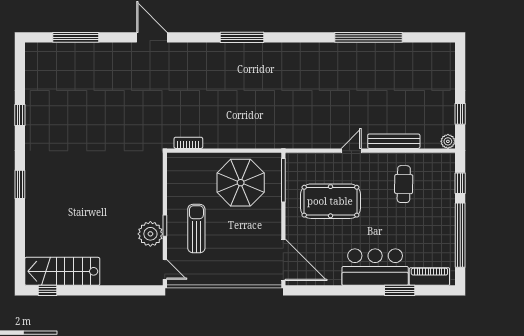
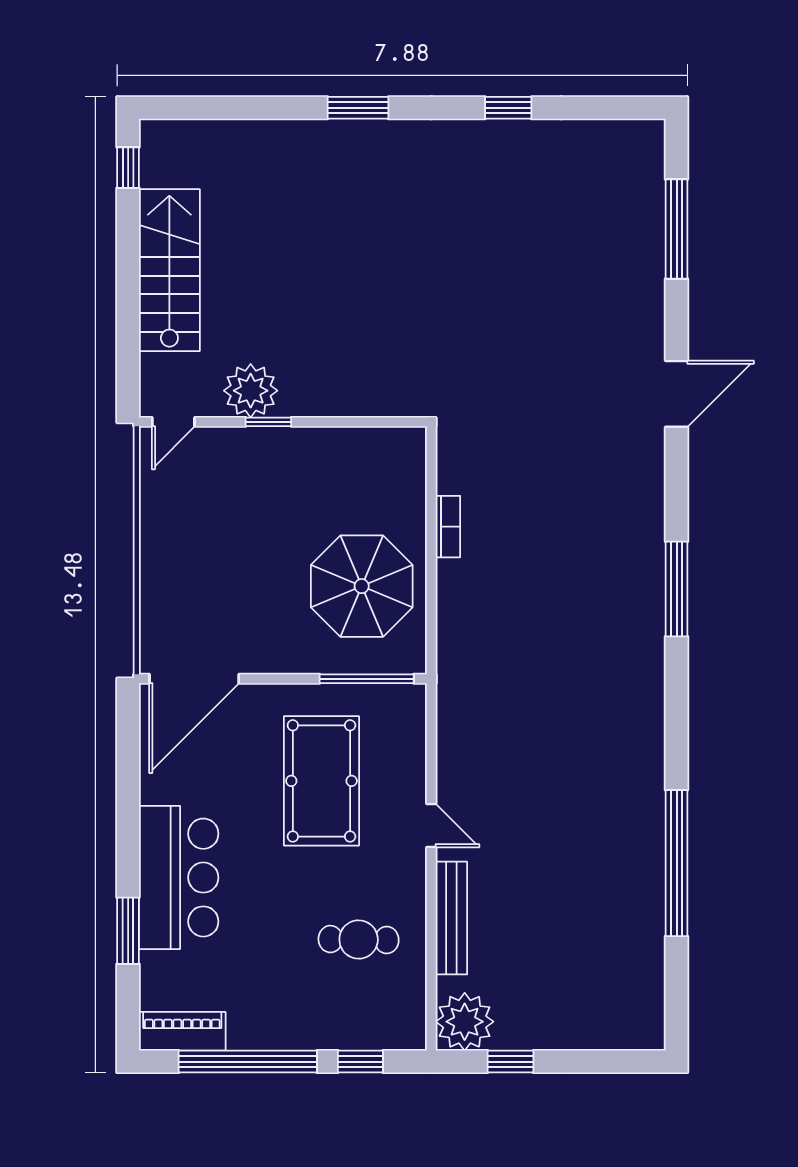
plant: (448, 141) -> (465, 1022), width x1.88, depth x1.88
bookcase: (188, 143) -> (448, 527), moved
sun lounger: (196, 229) -> (262, 490), removed
stairs: (62, 271) -> (169, 270), moved
piano: (429, 276) -> (182, 1031), moved, turned -90

